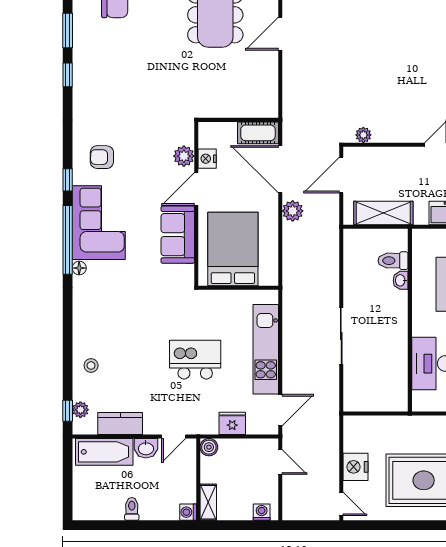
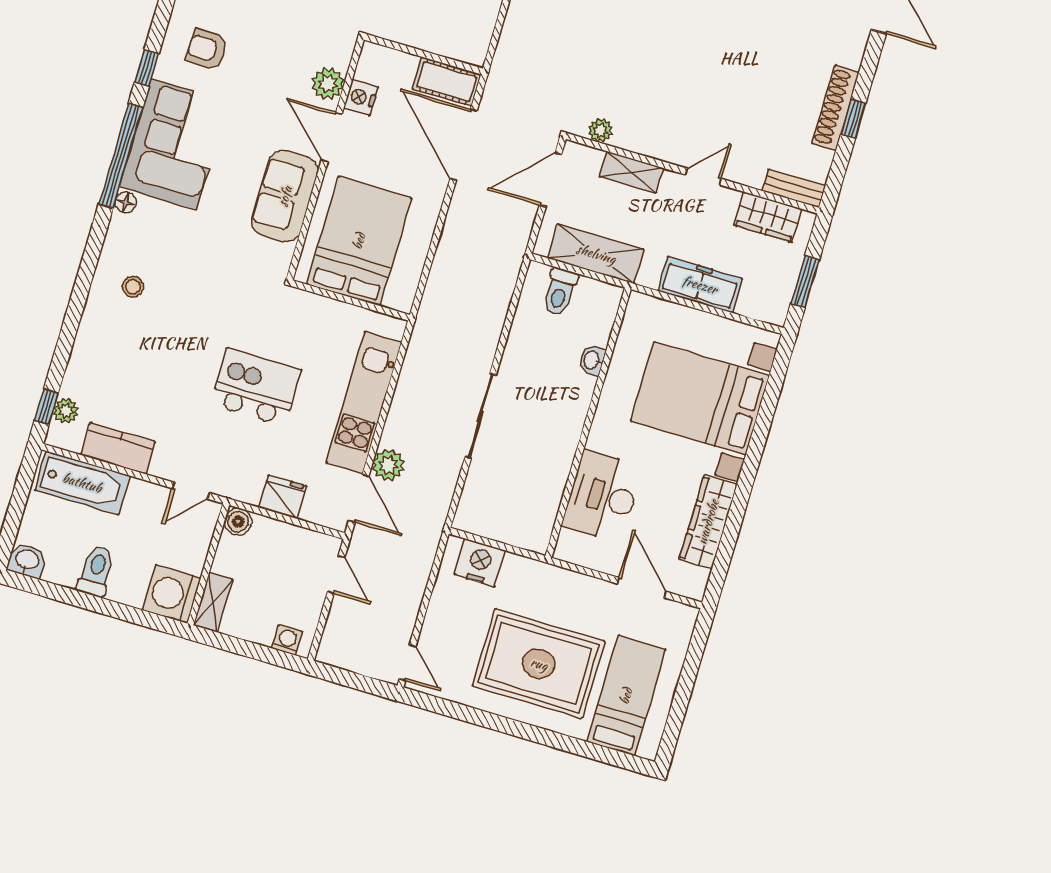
shelving: (391, 155) -> (631, 172), added
door: (196, 189) -> (332, 137), hinge flipped
plant: (293, 211) -> (388, 465), moved
toilet: (393, 261) -> (560, 292), moved, turned -90
stool: (91, 365) -> (133, 287), moved
door: (280, 410) -> (359, 498), hinge flipped
washbasin: (146, 448) -> (27, 560), moved, turned 180
nightstand: (355, 467) -> (480, 562), moved, turned 90
toilet: (132, 509) -> (96, 571), width x1.37, depth x1.39
washing machine: (188, 512) -> (172, 594), width x1.89, depth x1.89

